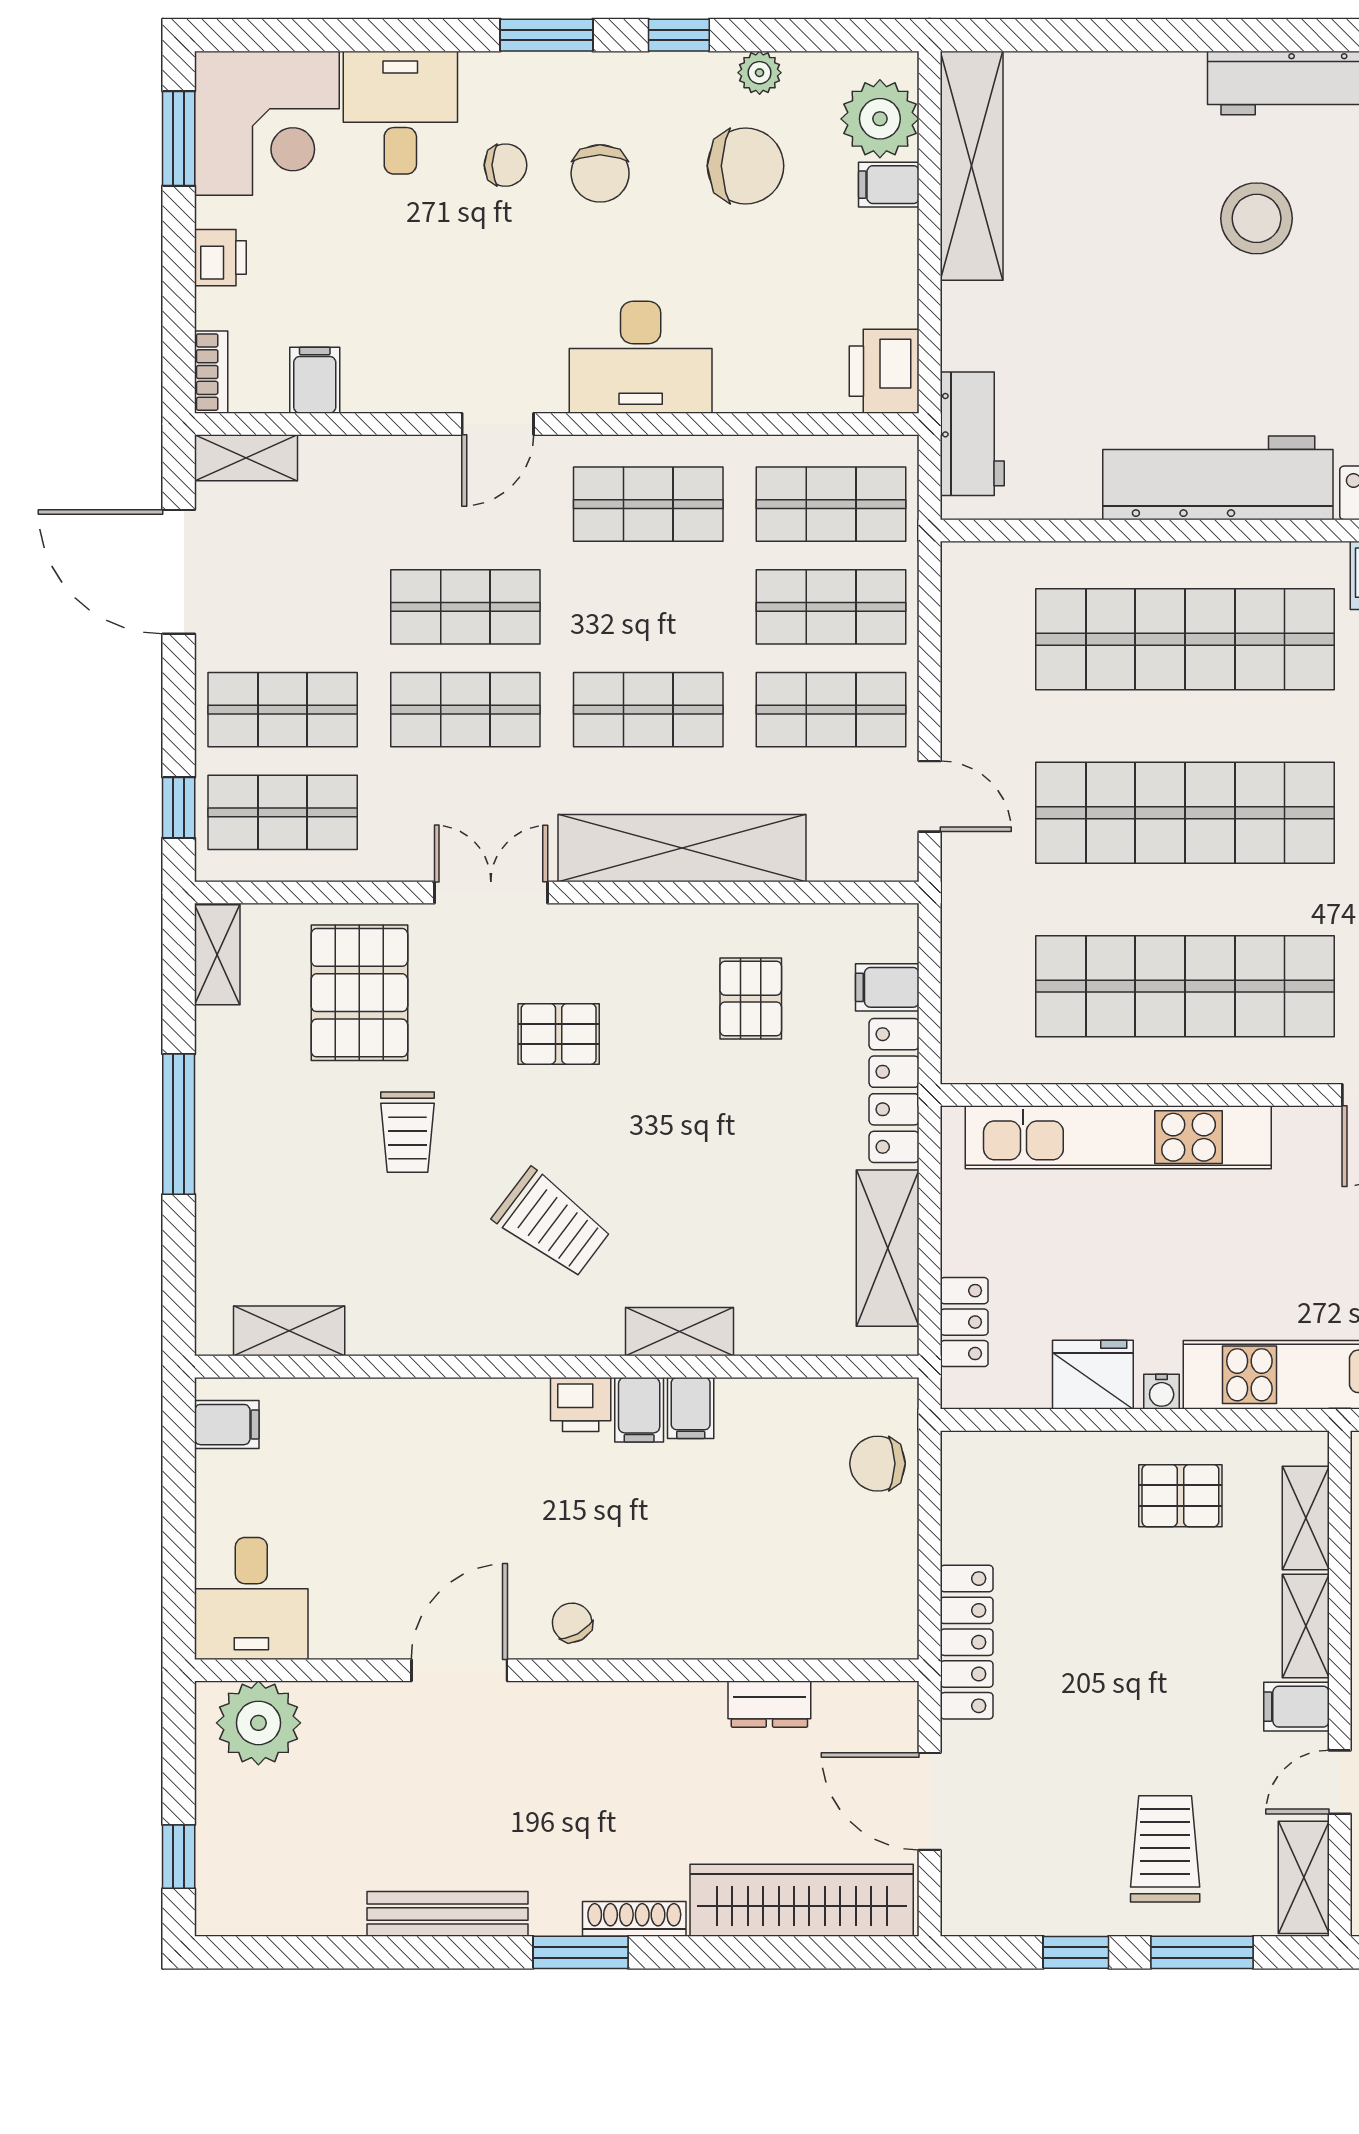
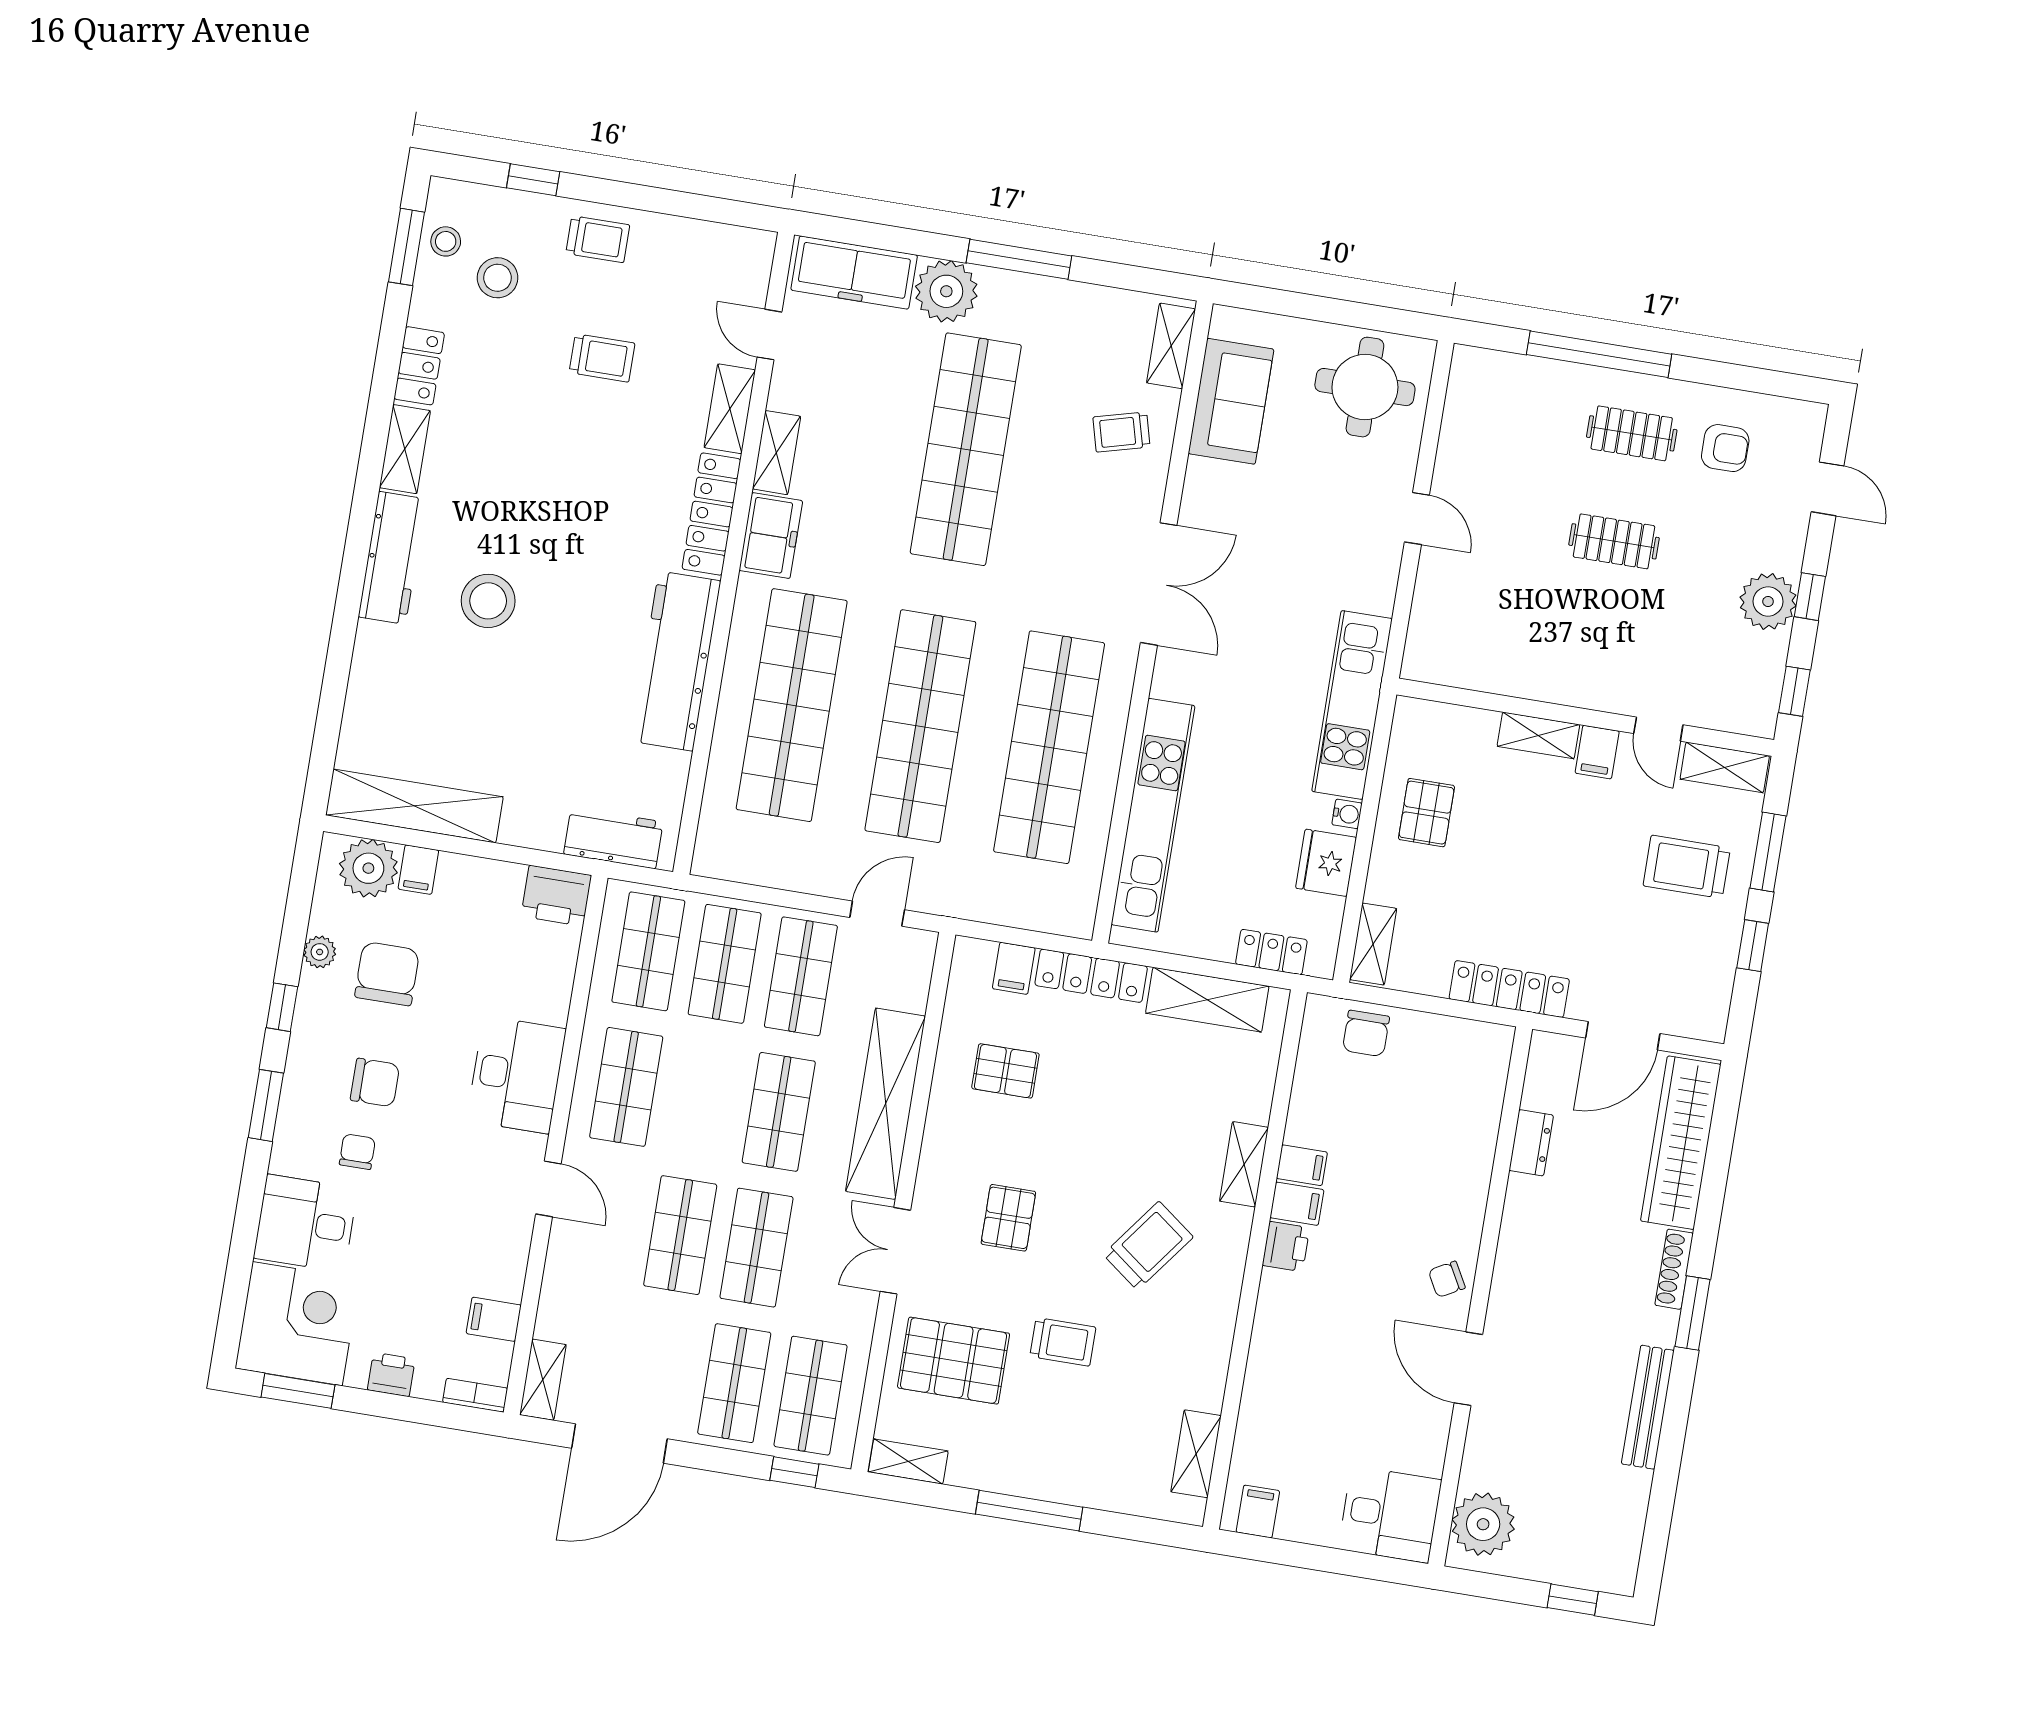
shelving: (1306, 1518) -> (1373, 944), moved, turned 90

